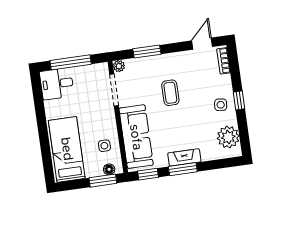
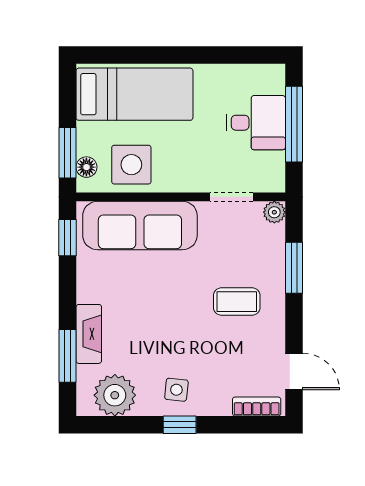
desk: (57, 84) -> (256, 123), moved, turned 90
doorway: (114, 90) -> (231, 197), width x0.73
coffee table: (170, 93) -> (237, 302), moved
side table: (104, 146) -> (131, 165), width x1.87, depth x1.87
fireplace: (184, 157) -> (89, 334), moved
window: (183, 169) -> (68, 356), moved

